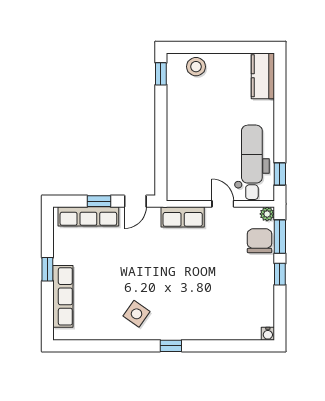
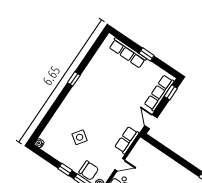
window: (99, 201) -> (171, 92), moved
side table: (136, 314) -> (80, 137), moved
window: (171, 346) -> (74, 79), moved

